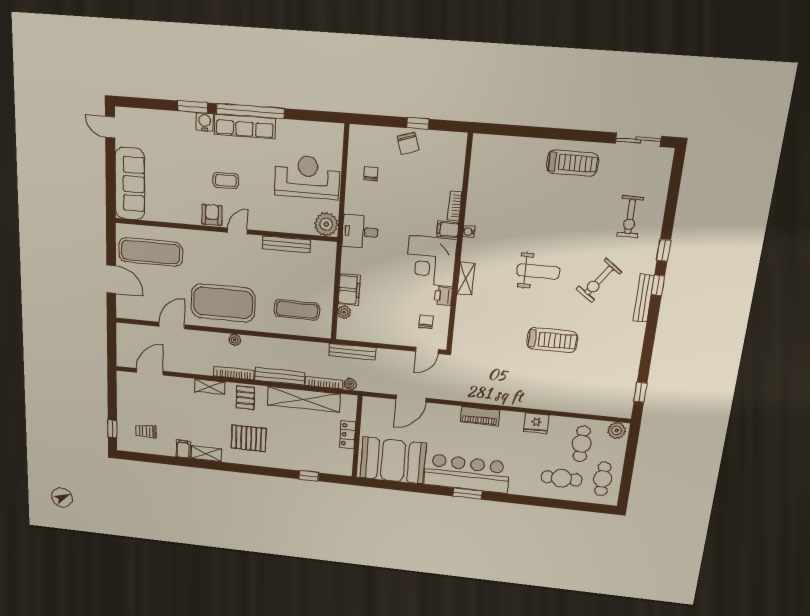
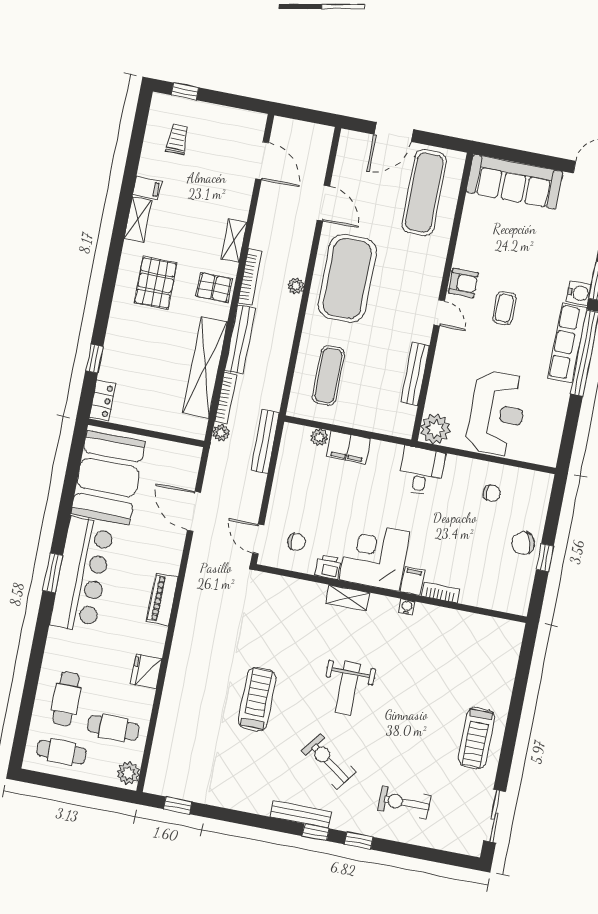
treadmill: (552, 340) -> (257, 699), turned 180
locker: (348, 435) -> (103, 400), moved, turned 90

